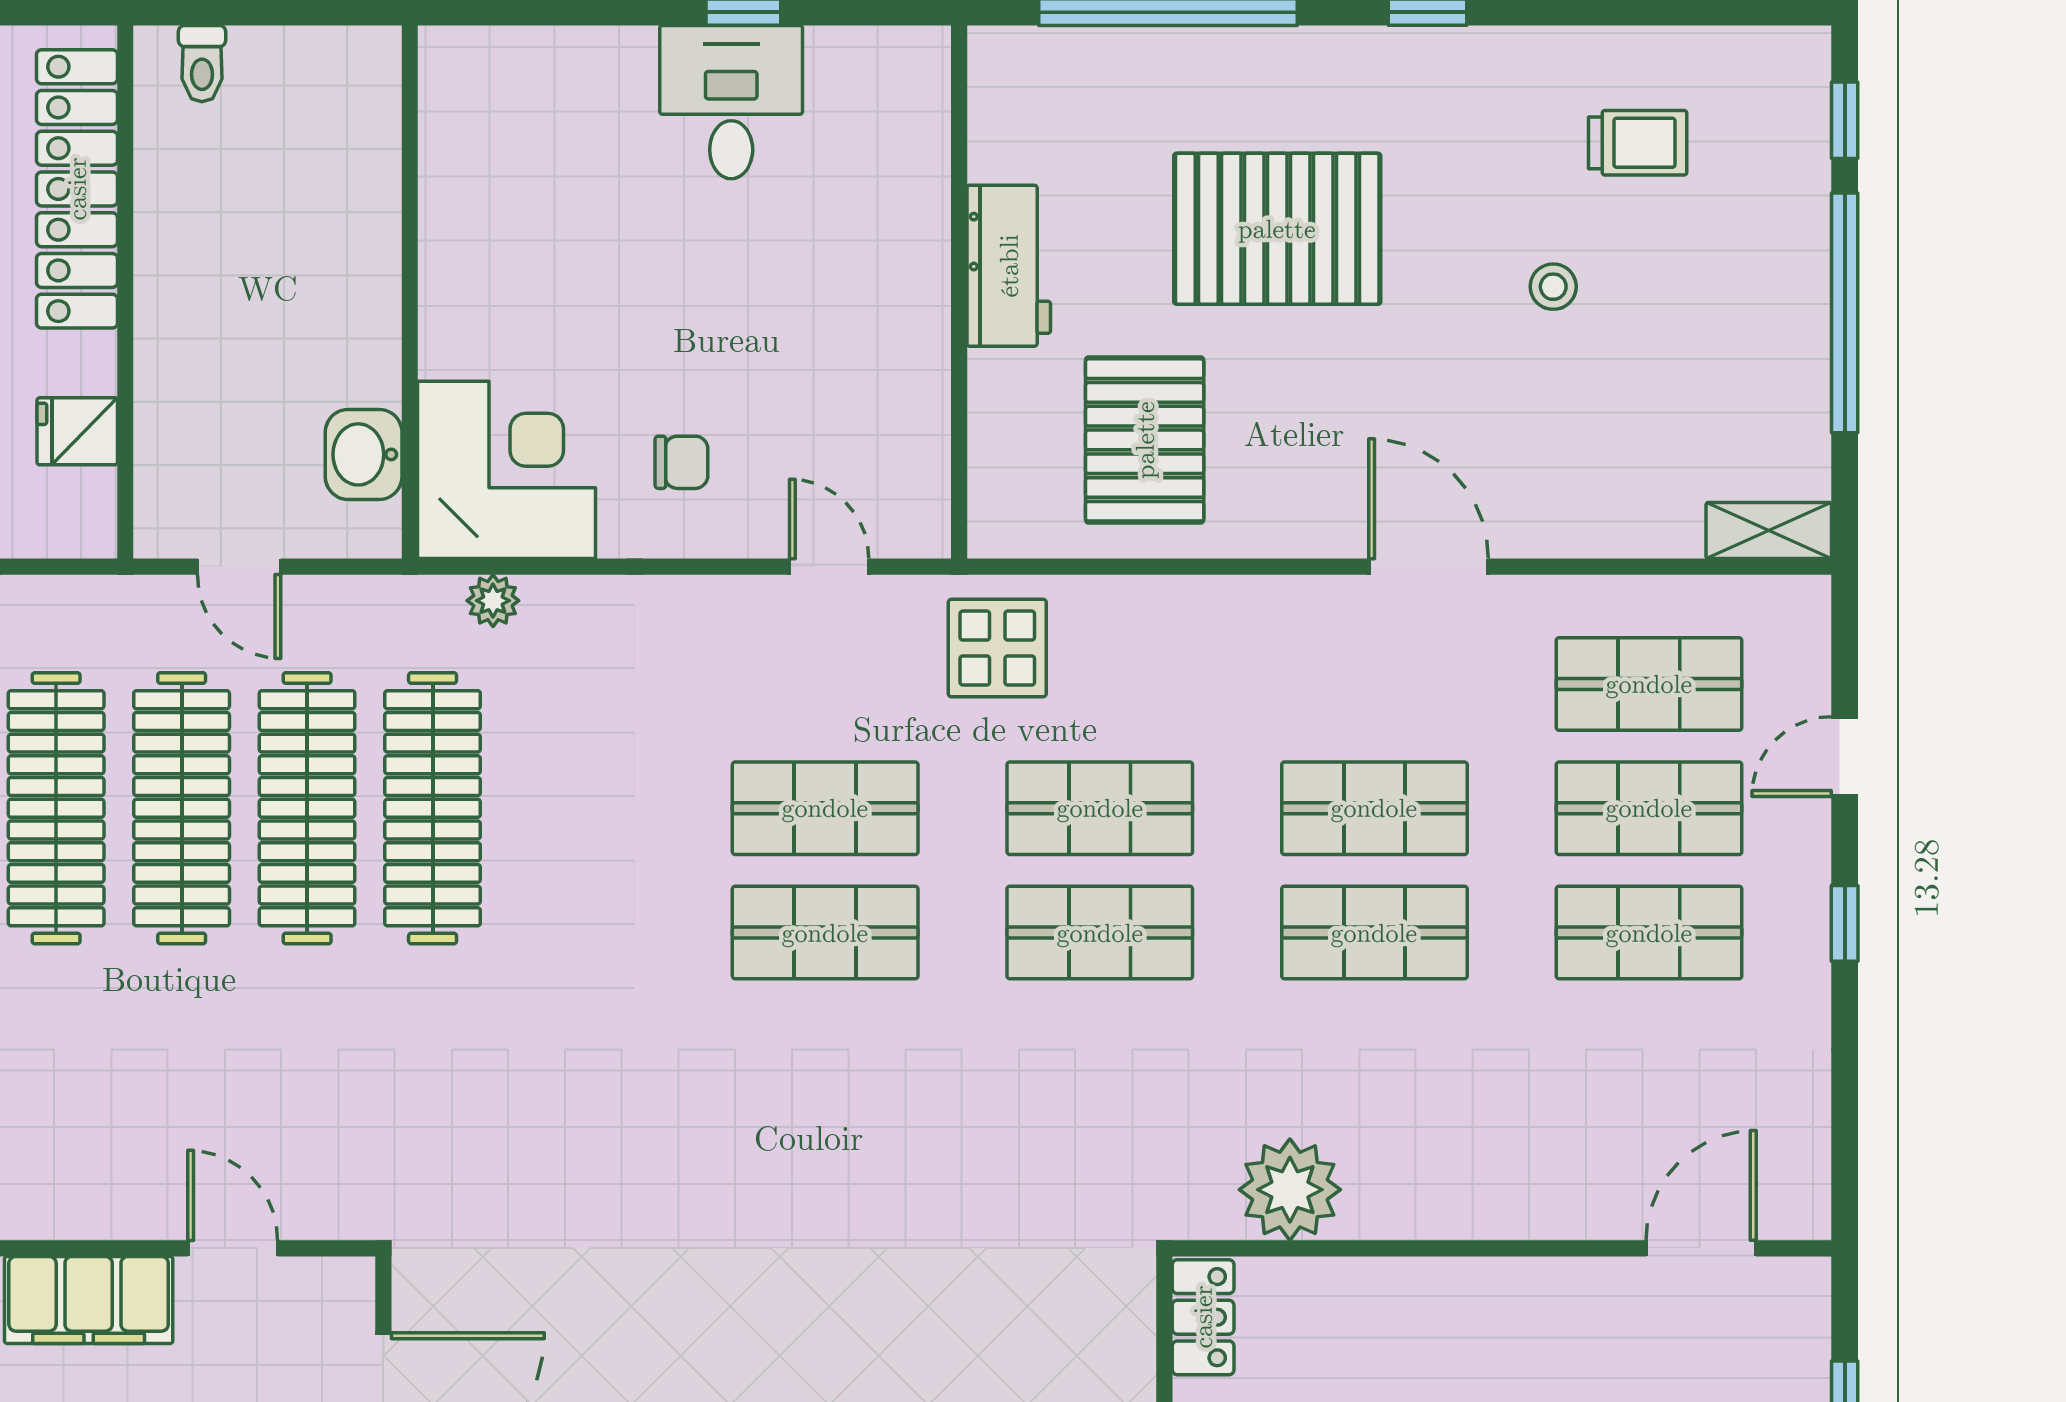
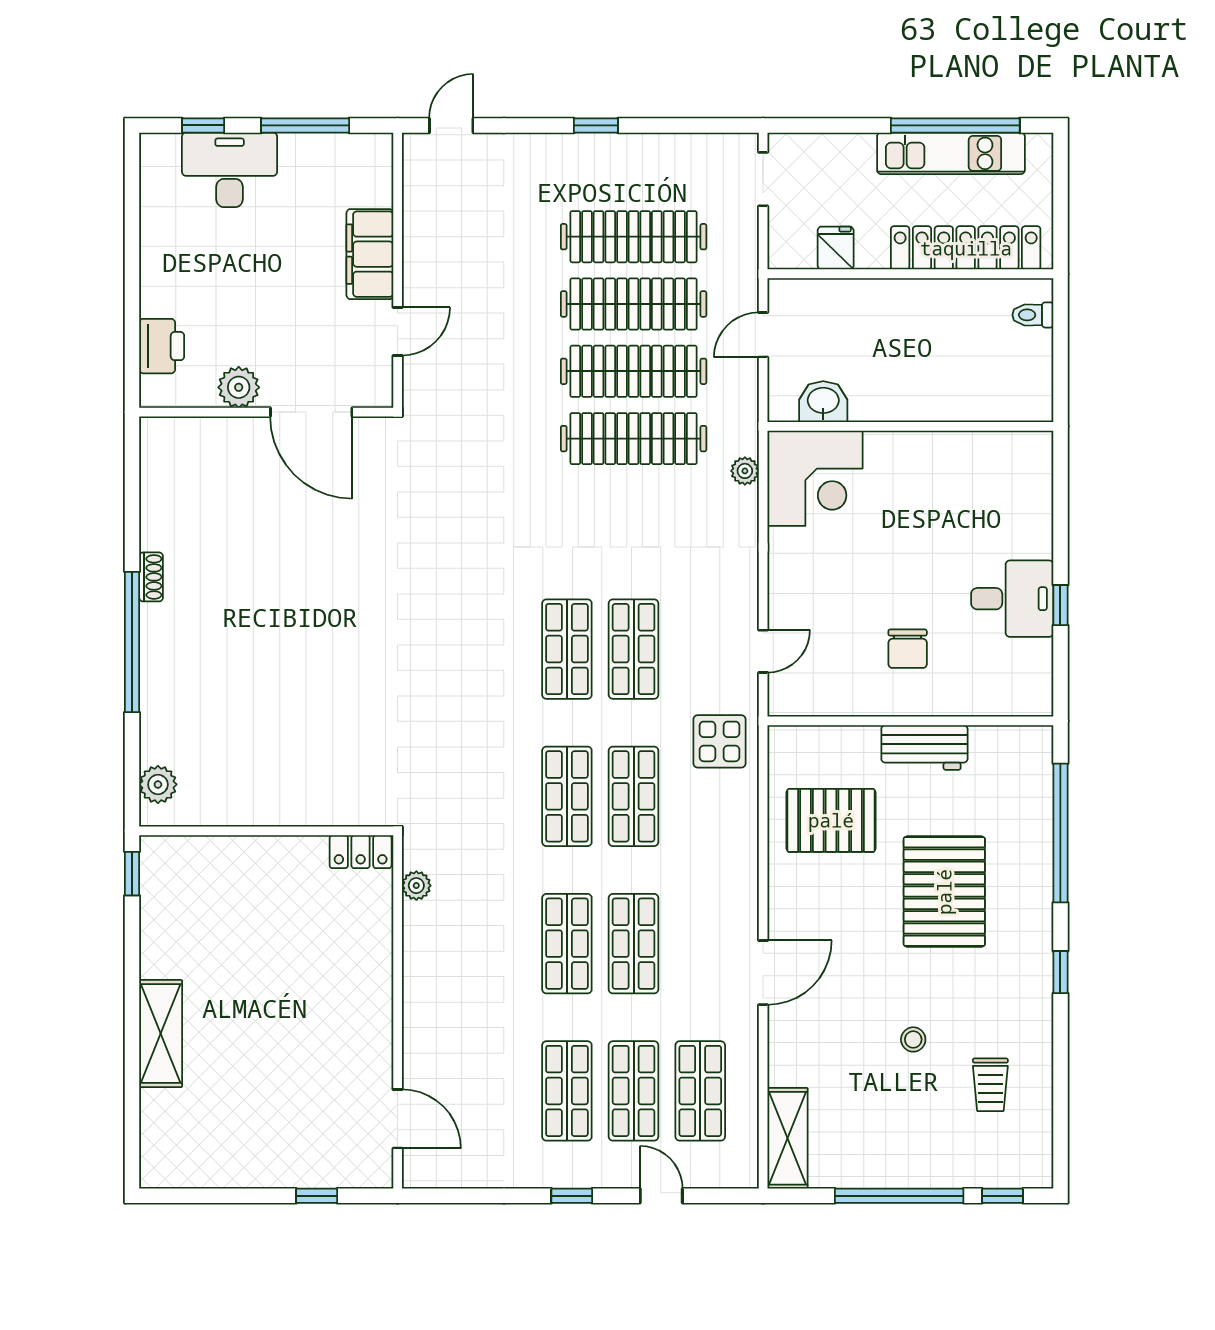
chair: (681, 462) -> (908, 649), moved, width x1.37, depth x1.37
shelving: (1769, 531) -> (788, 1138), width x1.50, depth x1.33
plant: (1290, 1190) -> (416, 886), width x0.53, depth x0.53

